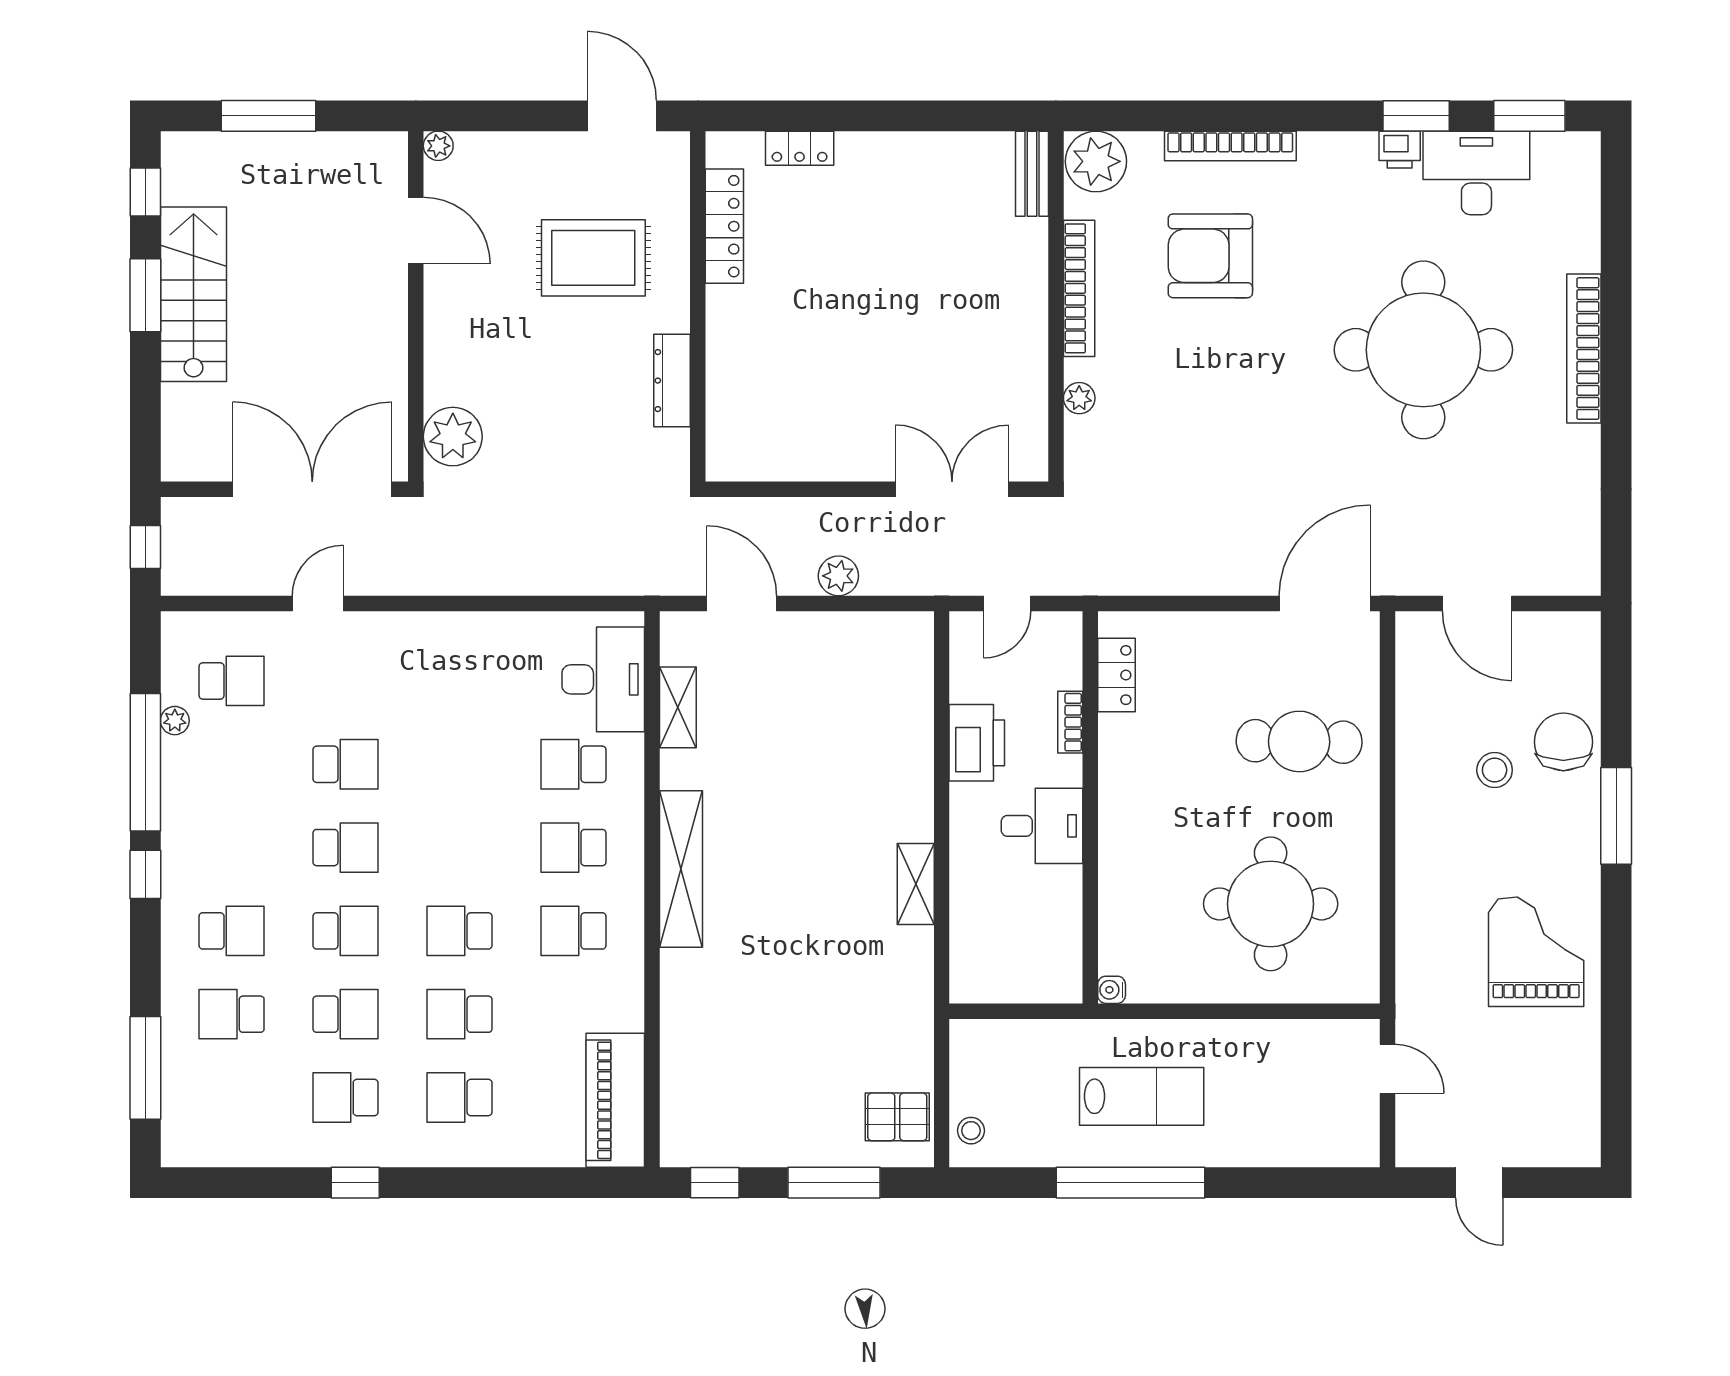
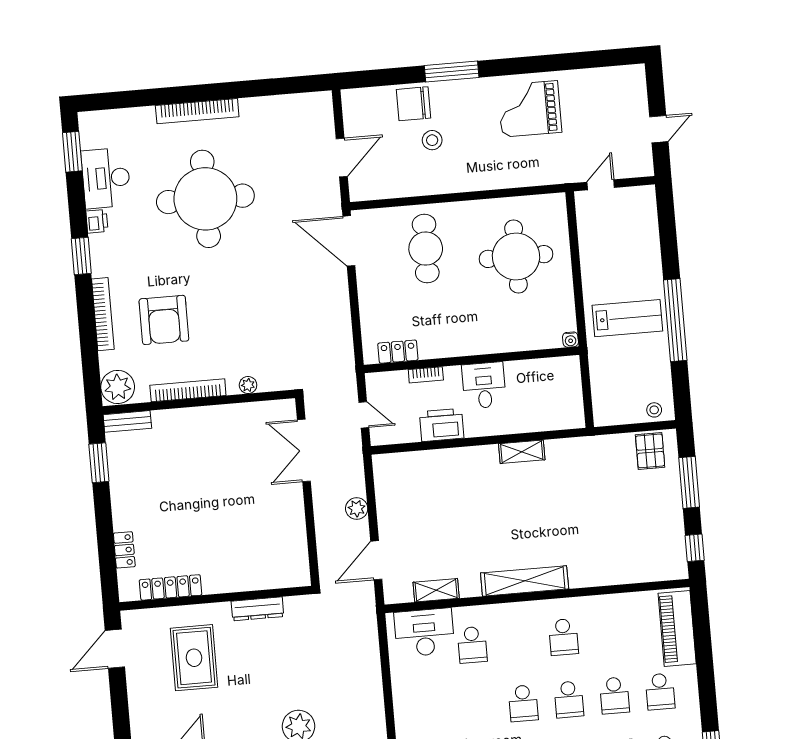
window: (961, 116) -> (99, 463), added
window: (1416, 116) -> (81, 256), moved
school desk: (573, 848) -> (523, 703), moved
lab bench: (1142, 1096) -> (627, 318), turned 90
piano: (615, 1100) -> (677, 628), moved, turned 90

